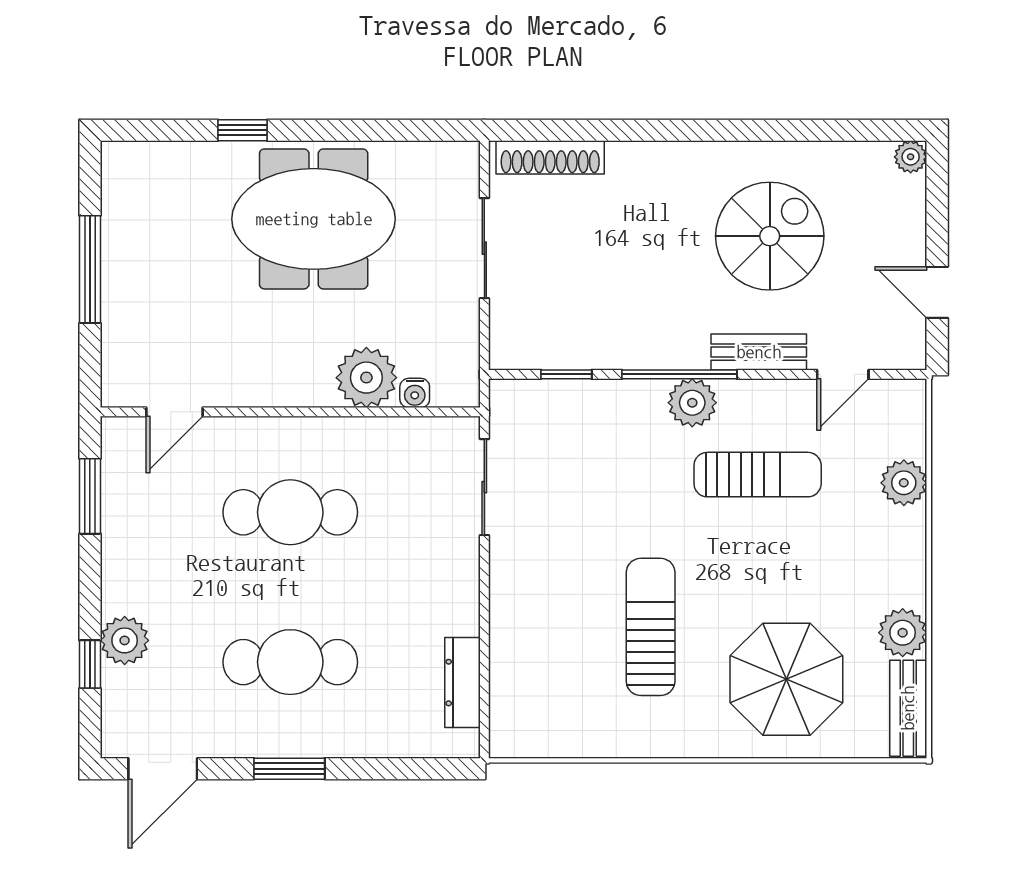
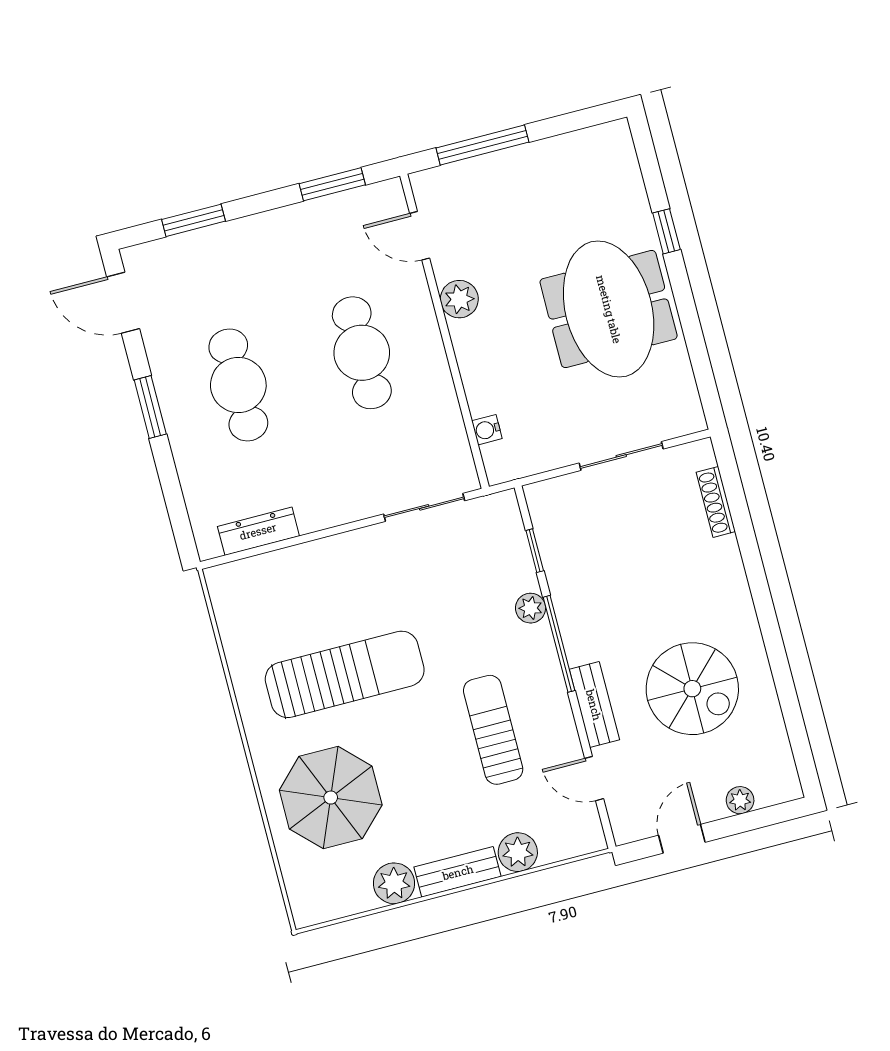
shoe rack: (550, 157) -> (716, 502), width x0.74, depth x0.81
plant: (911, 157) -> (740, 800), moved
window: (90, 269) -> (482, 145), moved
plant: (366, 378) -> (459, 299), moved, width x0.73, depth x0.73
plant: (692, 403) -> (531, 608), moved, width x0.73, depth x0.73
sun lounger: (758, 475) -> (493, 730), turned 180
sun lounger: (651, 627) -> (345, 674), width x1.36, depth x1.34
plant: (125, 640) -> (221, 244), removed
window: (90, 664) -> (194, 220), width x1.50
bench: (908, 708) -> (458, 872), moved

